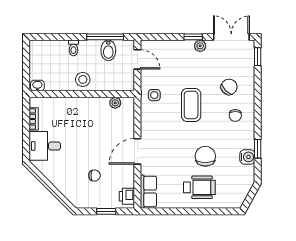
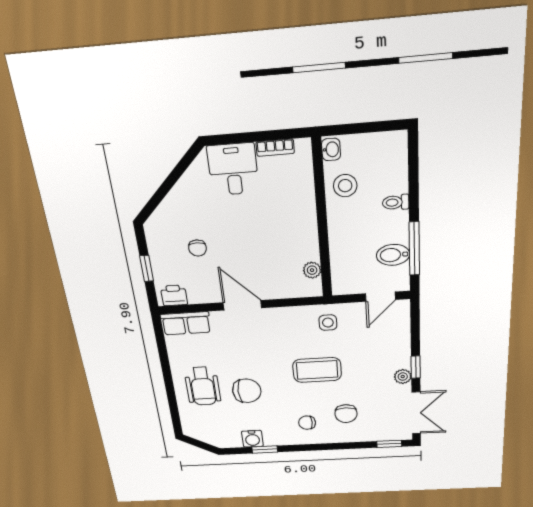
stool: (83, 79) -> (345, 186), moved
chair: (229, 87) -> (346, 414), turned 45

